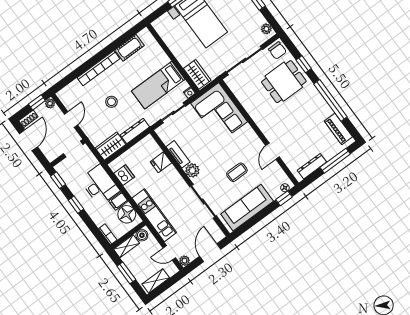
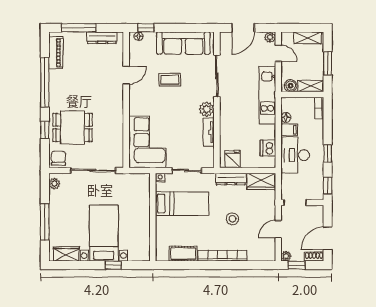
wardrobe: (197, 74) -> (142, 188), removed
fridge: (161, 162) -> (233, 159), moved, turned -90
floor lamp: (127, 214) -> (286, 118), width x0.53, depth x0.53

